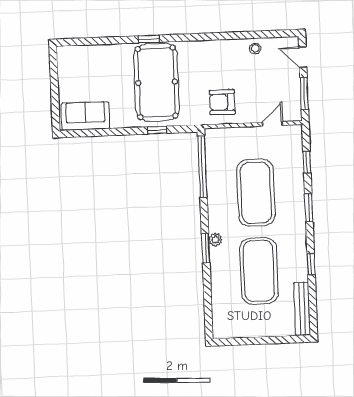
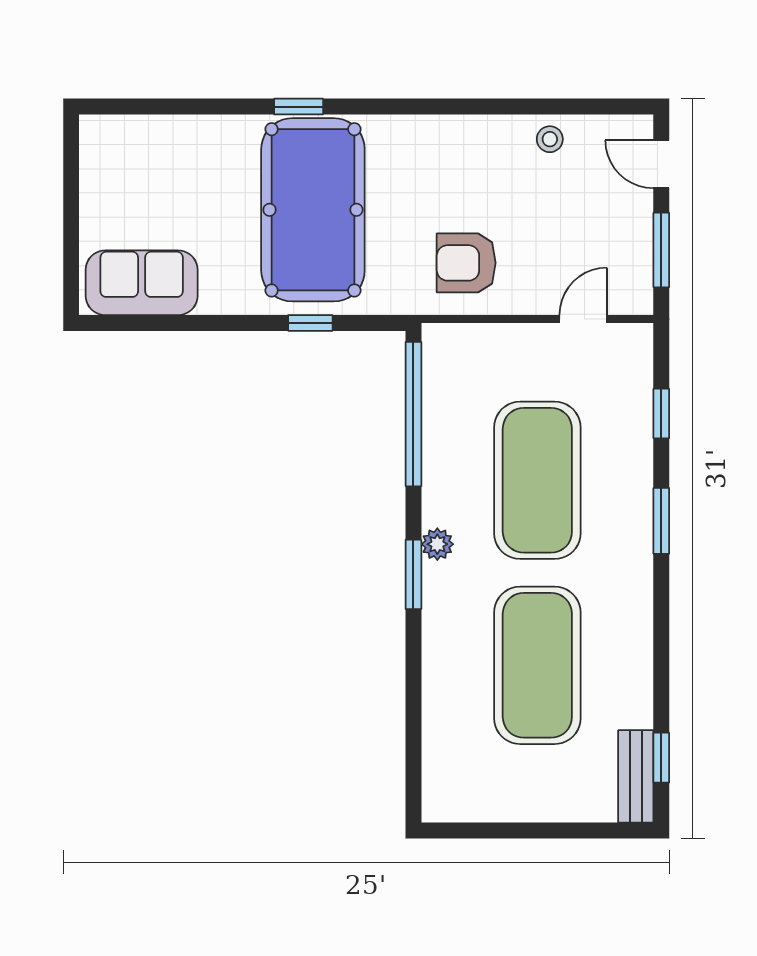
plant: (215, 240) -> (437, 544), moved
window: (206, 248) -> (413, 574), moved
window: (311, 264) -> (661, 758), moved
bench: (302, 309) -> (636, 776), width x0.73

